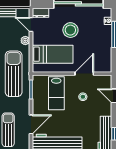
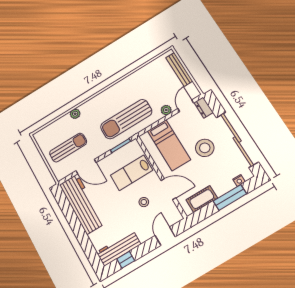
cot: (105, 54) -> (202, 199), added
sun lounger: (14, 74) -> (126, 119), turned 180

